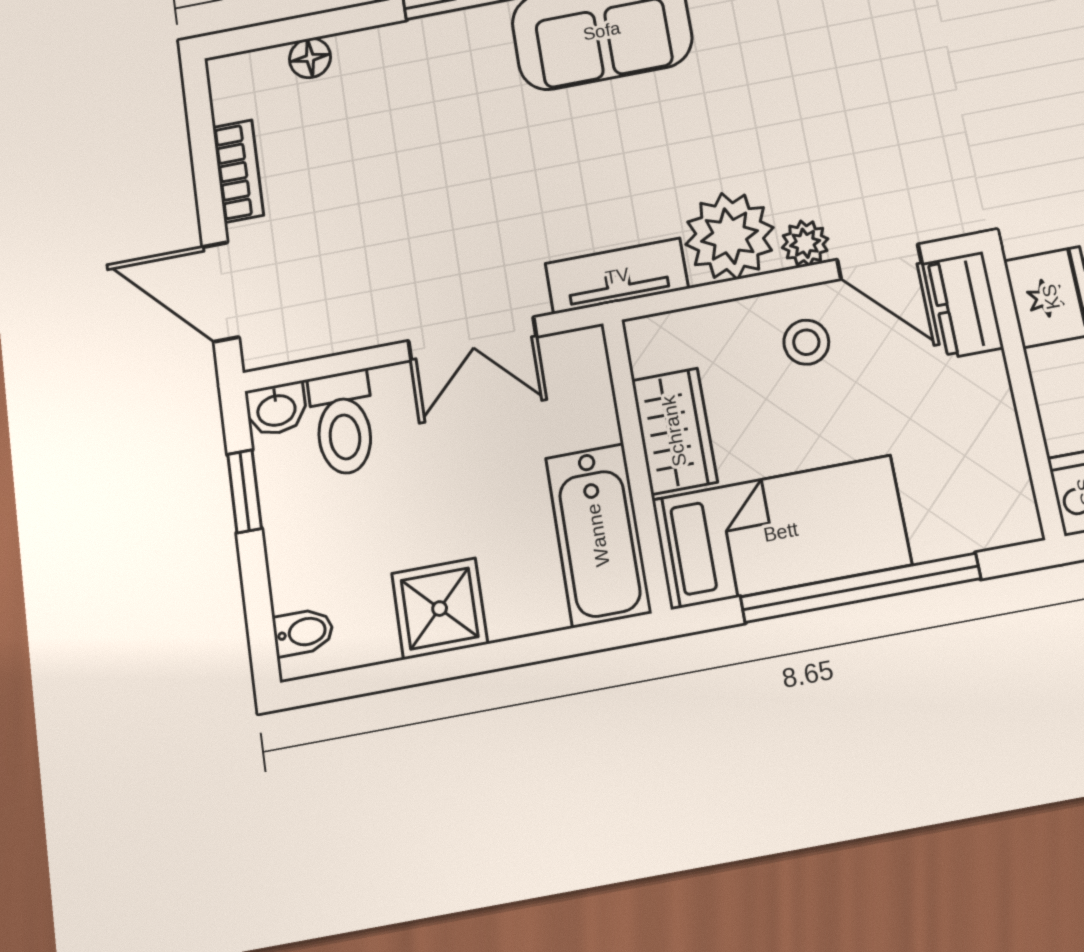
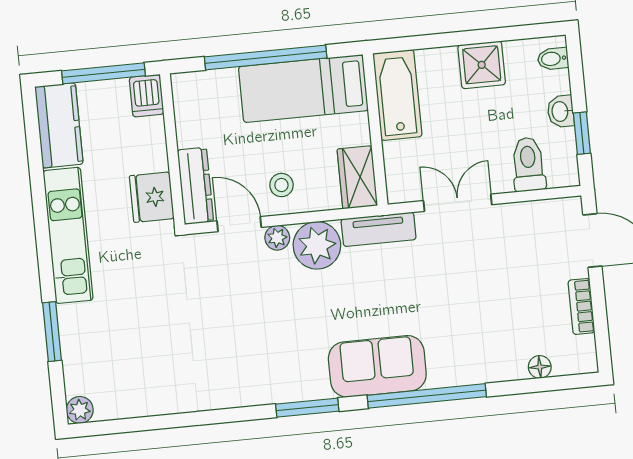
dresser: (966, 305) -> (195, 186), width x1.44
washbasin: (276, 409) -> (561, 111), moved, turned -90
wardrobe: (674, 431) -> (357, 177), moved

